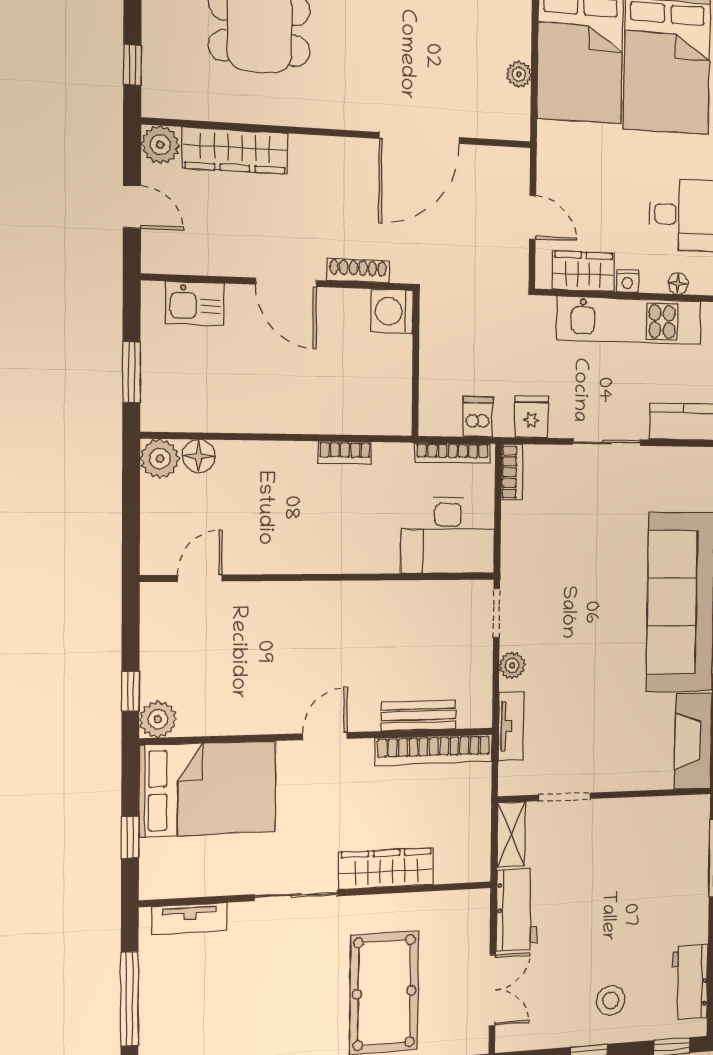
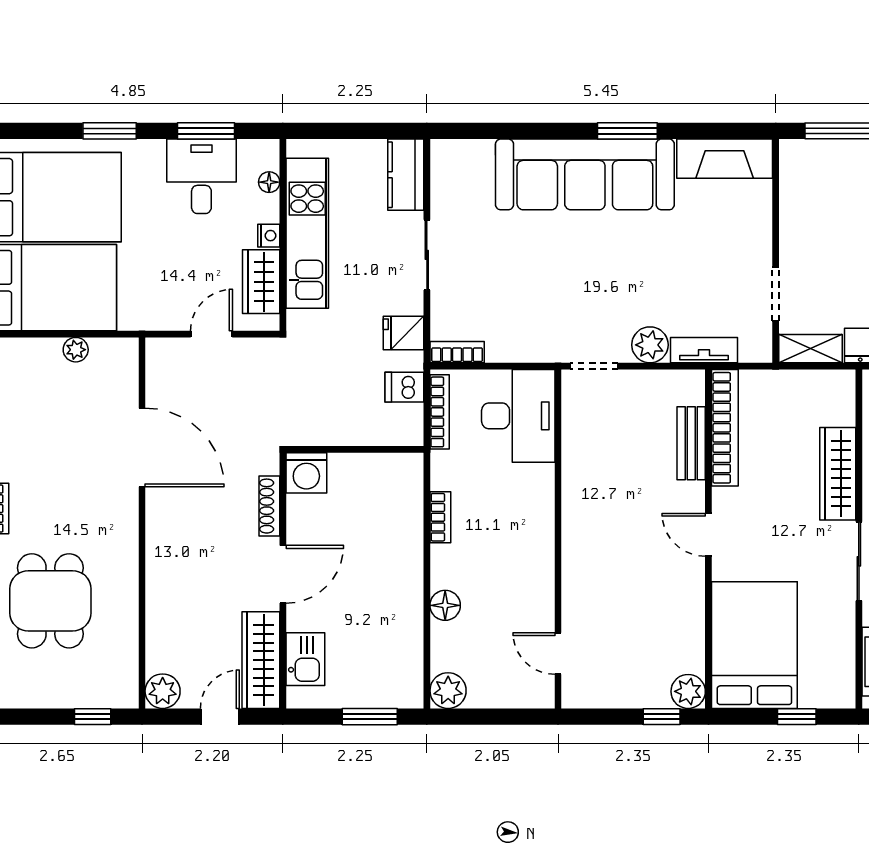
wardrobe: (235, 151) -> (261, 660), moved, turned 180
floor lamp: (199, 456) -> (445, 605), moved
plant: (512, 666) -> (650, 345), width x1.38, depth x1.38

